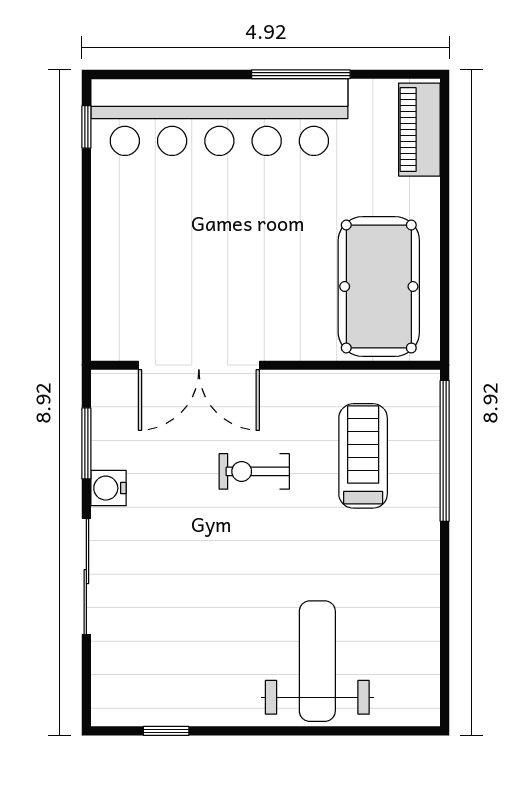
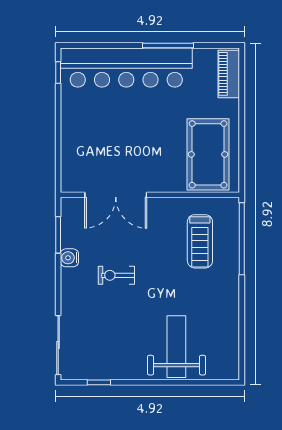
treadmill: (363, 456) -> (200, 241), turned 180
exercise bike: (254, 471) -> (116, 275), moved
sliding door: (86, 577) -> (58, 345), moved

